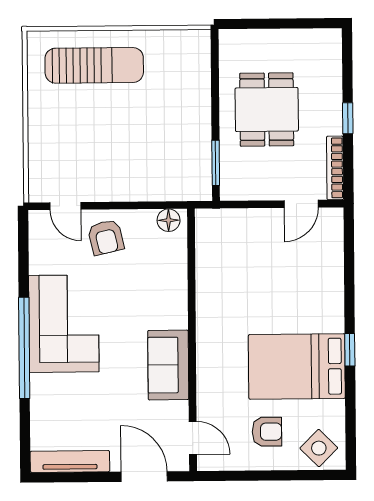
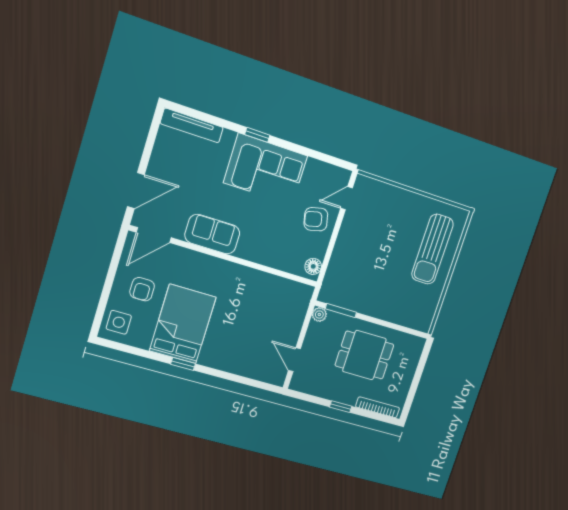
bookcase: (335, 168) -> (378, 407), moved
plant: (230, 190) -> (319, 315), added
window: (24, 348) -> (257, 135), width x0.32
door: (193, 438) -> (154, 235), width x1.38
side table: (319, 448) -> (119, 322), turned 45
tv unit: (70, 461) -> (192, 125), moved, turned 90

